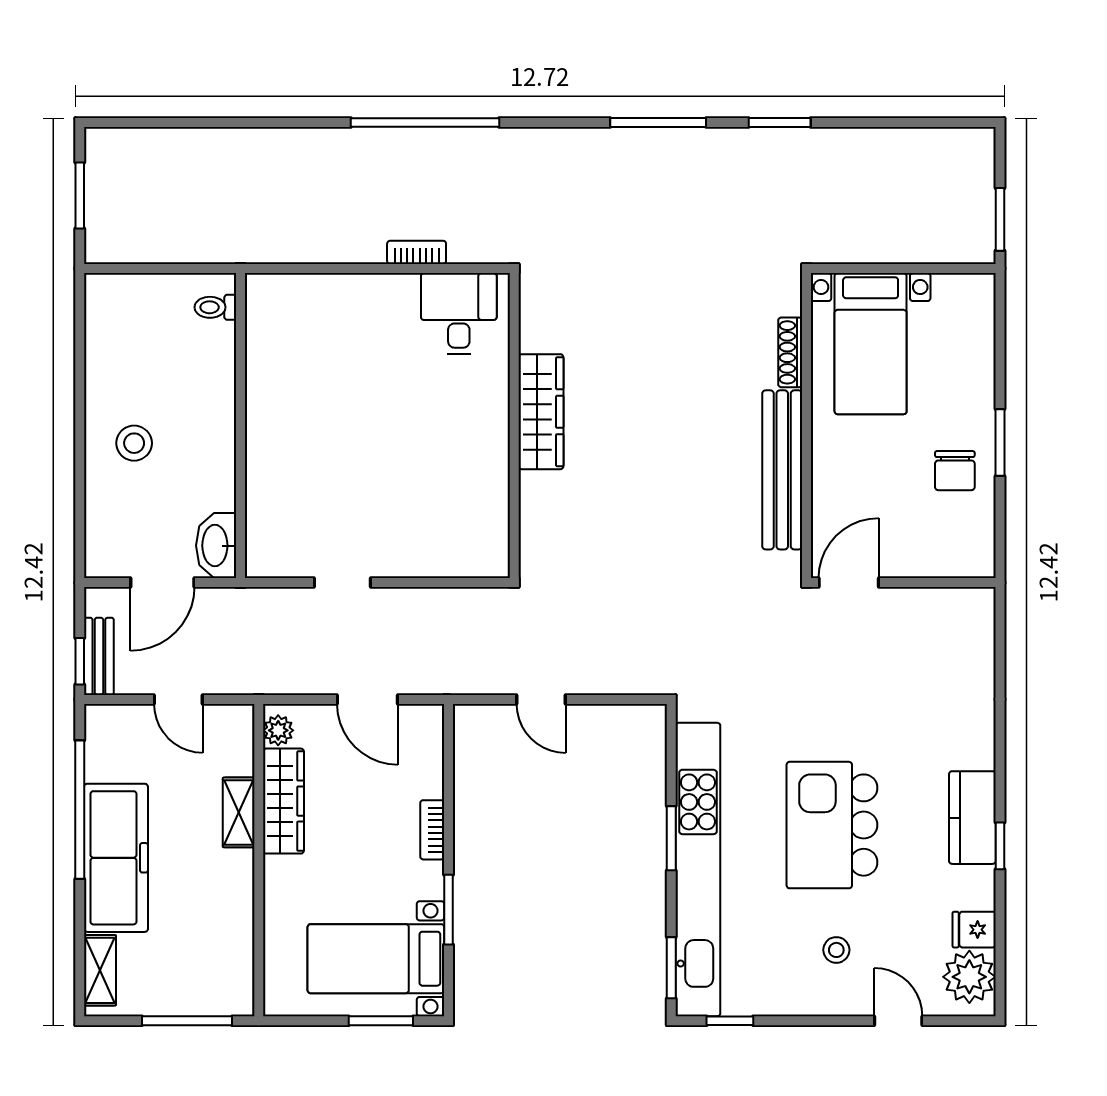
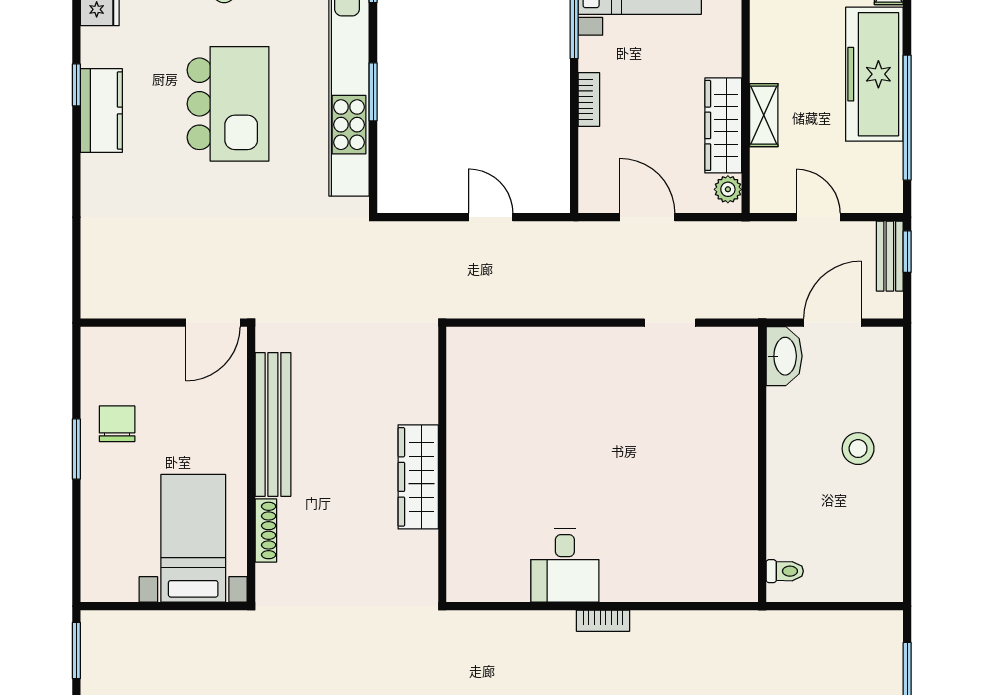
wardrobe: (541, 412) -> (418, 477), moved
wall: (514, 426) -> (442, 464), moved

